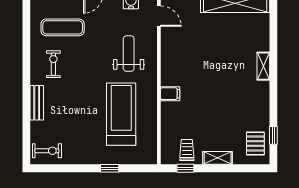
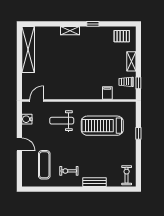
filing cabinet: (170, 94) -> (107, 93), moved
window: (273, 135) -> (93, 24), moved

